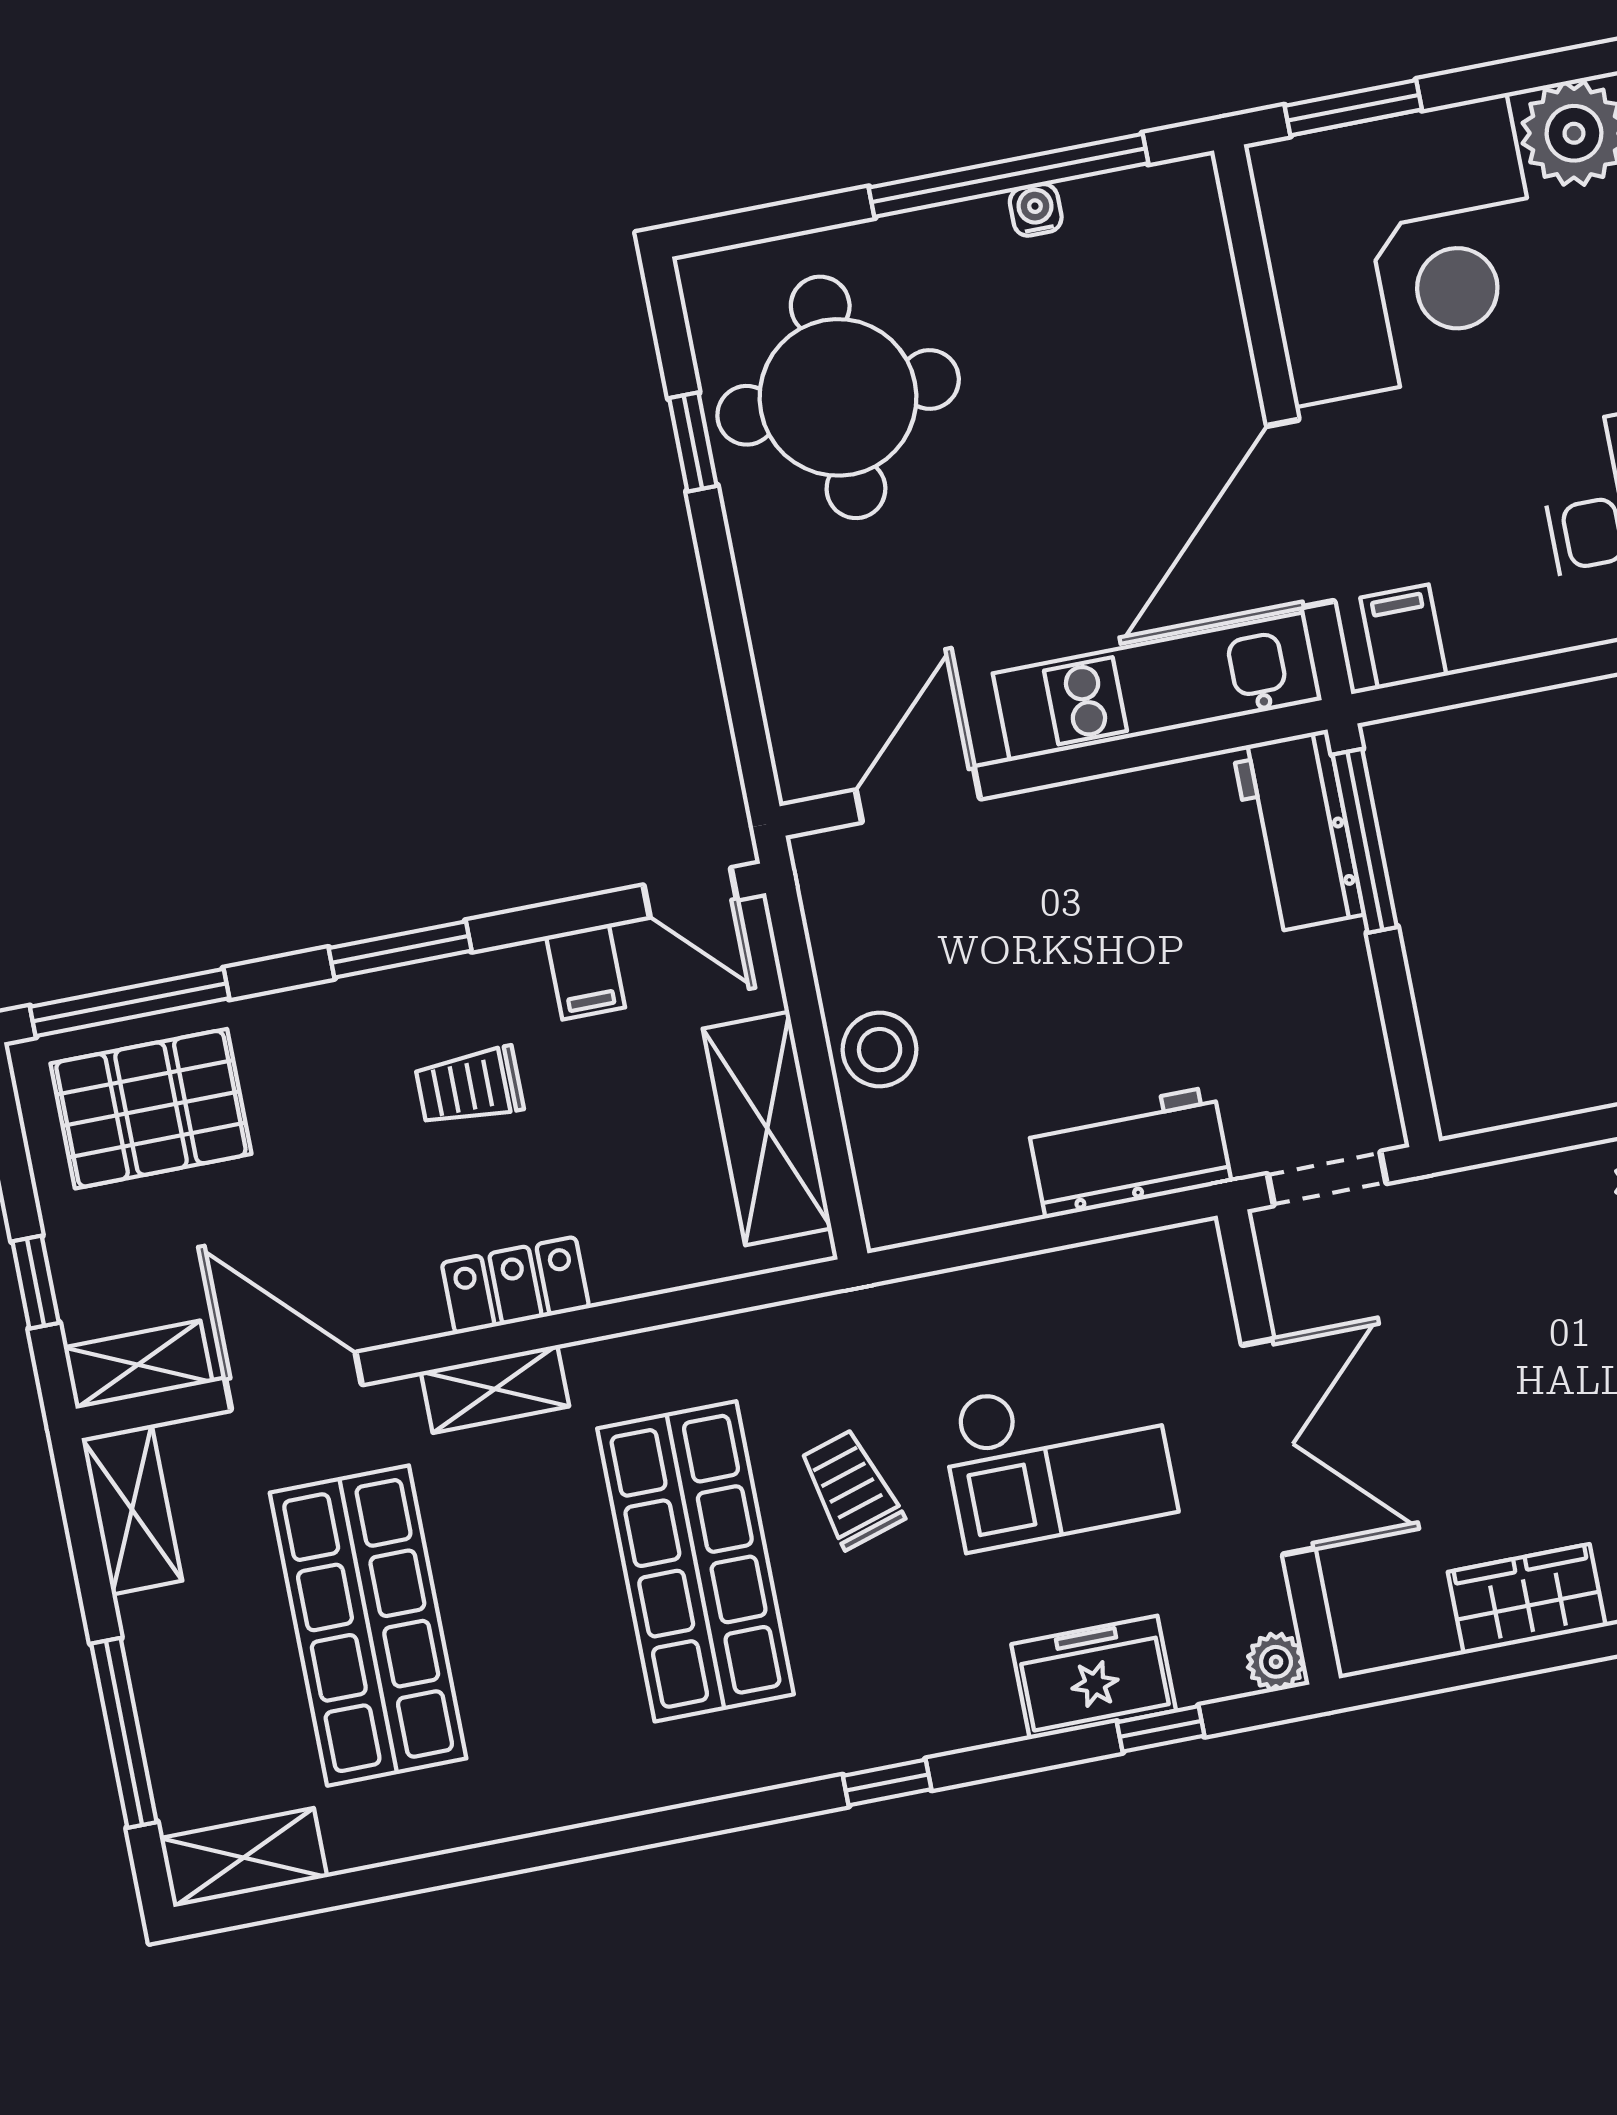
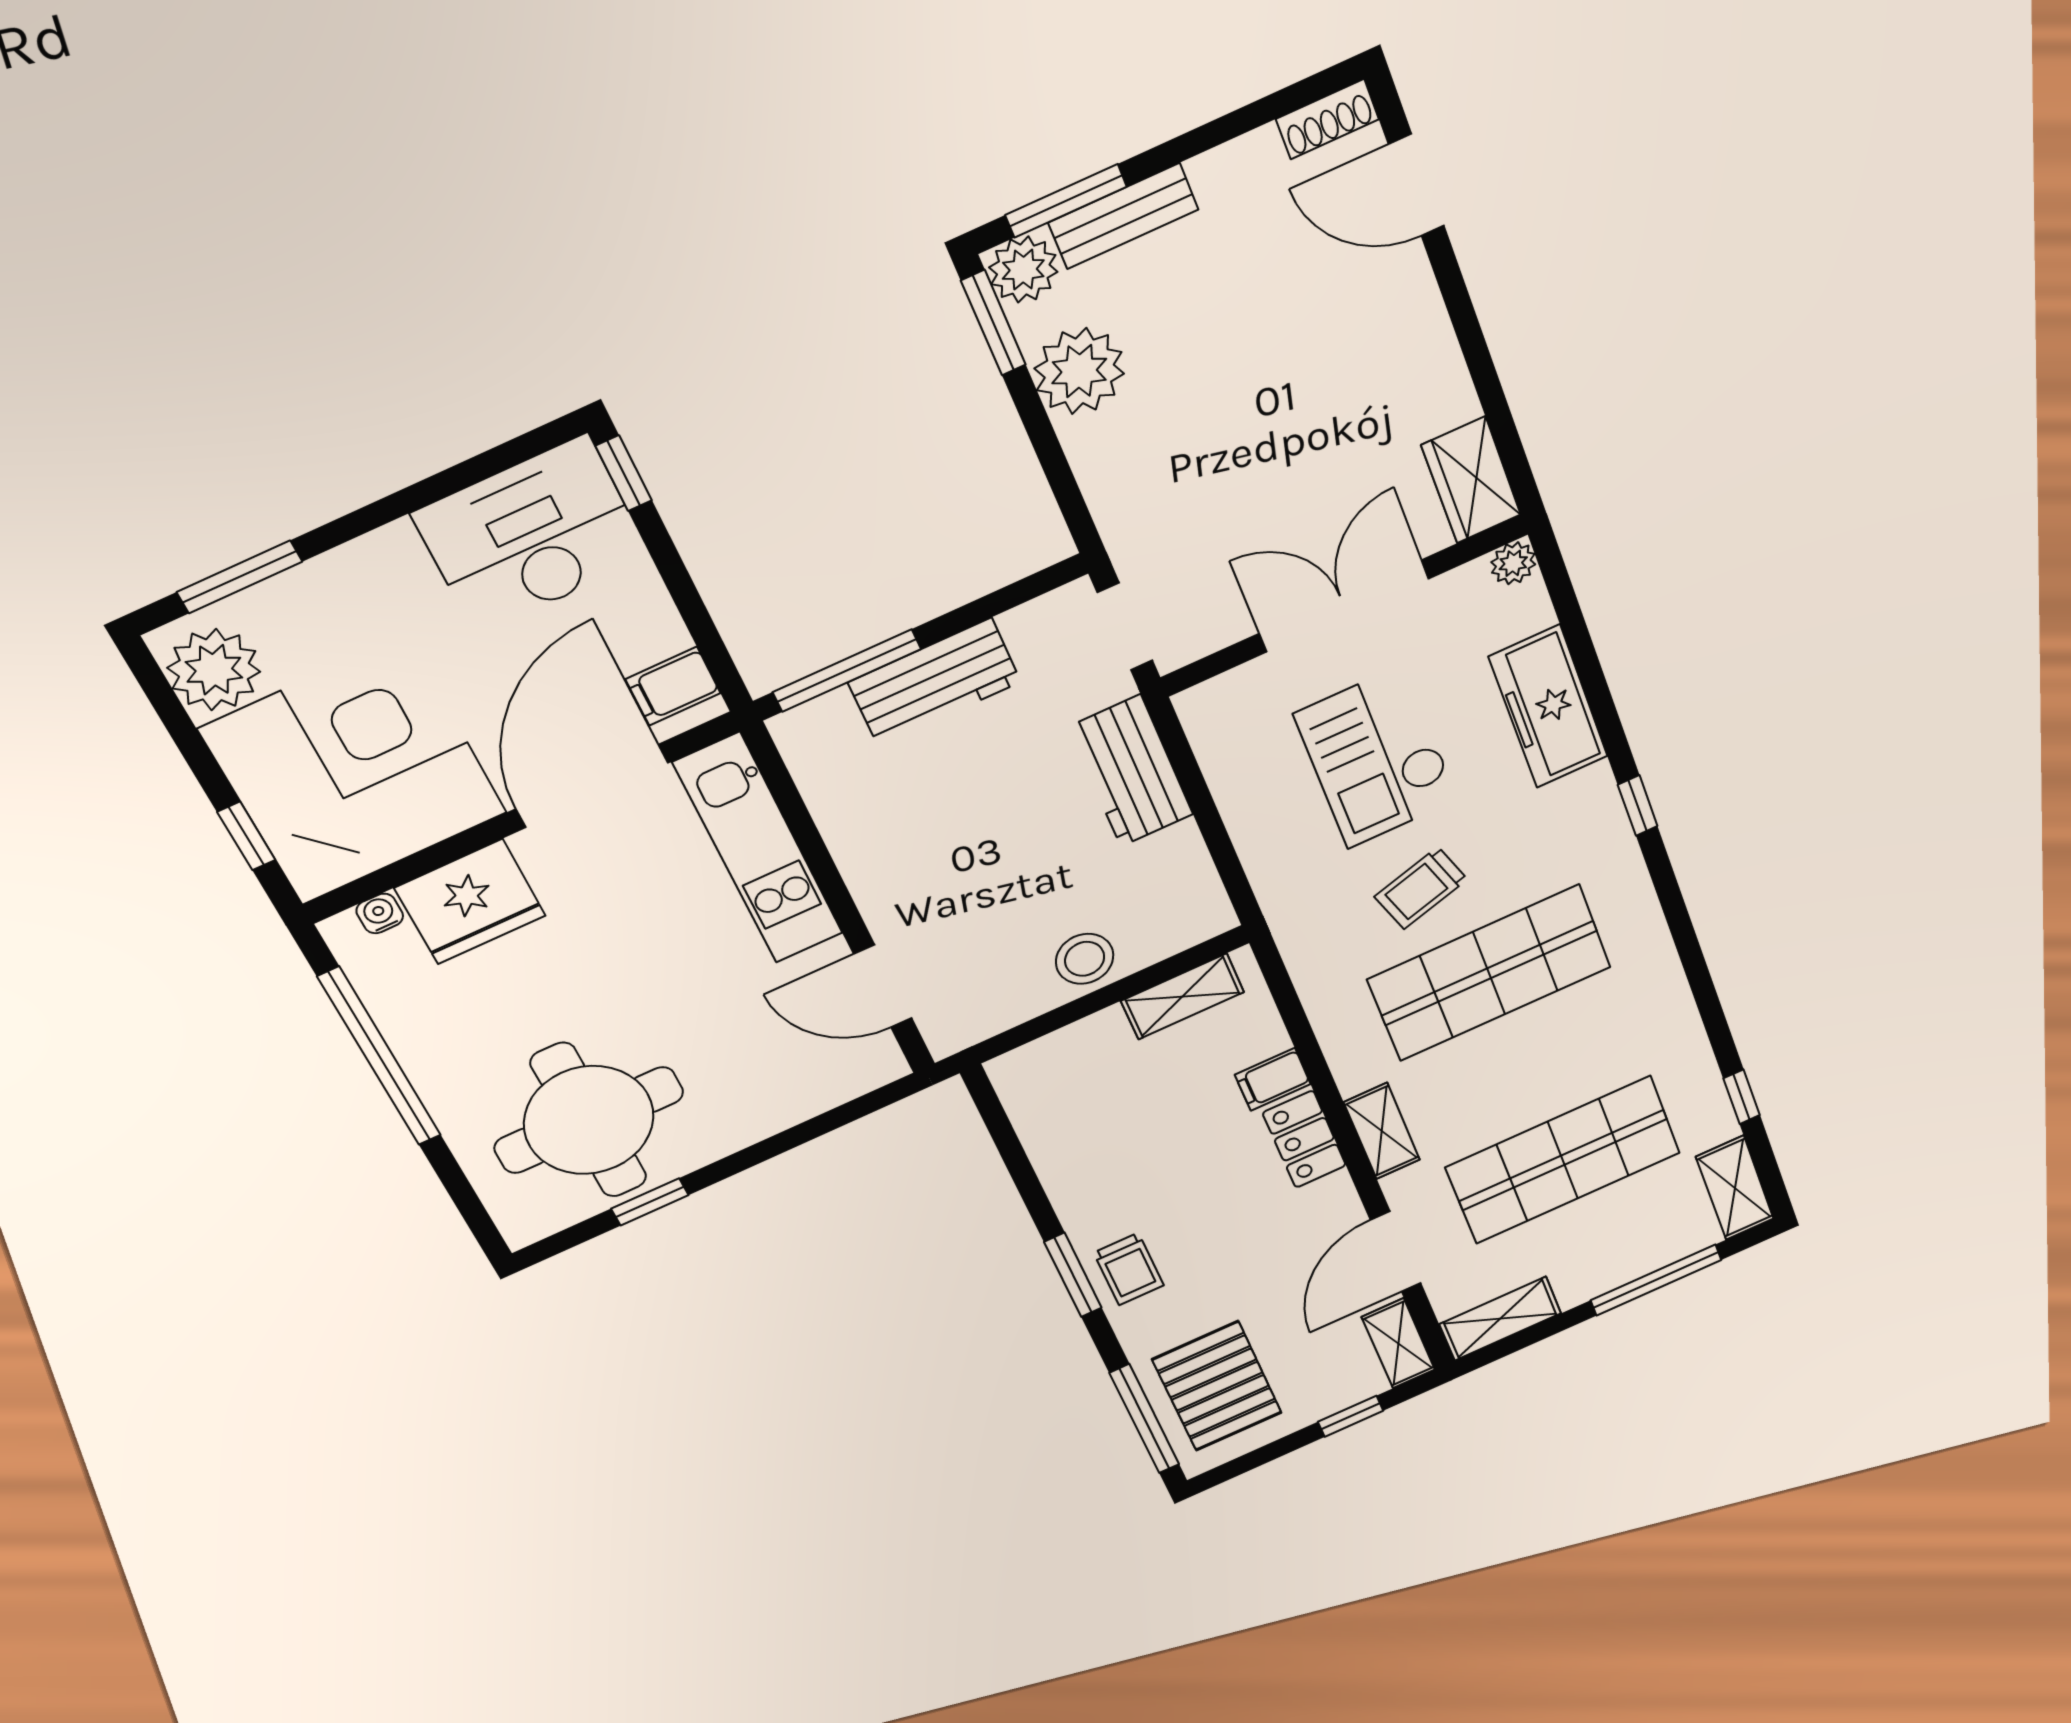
window: (1353, 108) -> (246, 836), width x0.67
water cooler: (1036, 210) -> (380, 913), moved, turned 90
fridge: (1189, 335) -> (470, 902), added
door: (1301, 513) -> (592, 786), swing flipped
workbench: (1298, 831) -> (935, 682), moved
door: (690, 892) -> (992, 1111), removed
filing cabinet: (586, 972) -> (1273, 1079), moved, turned 180
trolley: (469, 1087) -> (1129, 1269), moved
shelving: (767, 1129) -> (1182, 996), width x0.67, depth x0.75
checkout: (1058, 1458) -> (1376, 757), turned 180
wardrobe: (1527, 1599) -> (1471, 480), moved
freezer: (1094, 1677) -> (1548, 707), width x1.40
window: (1161, 1729) -> (1742, 1097), moved

